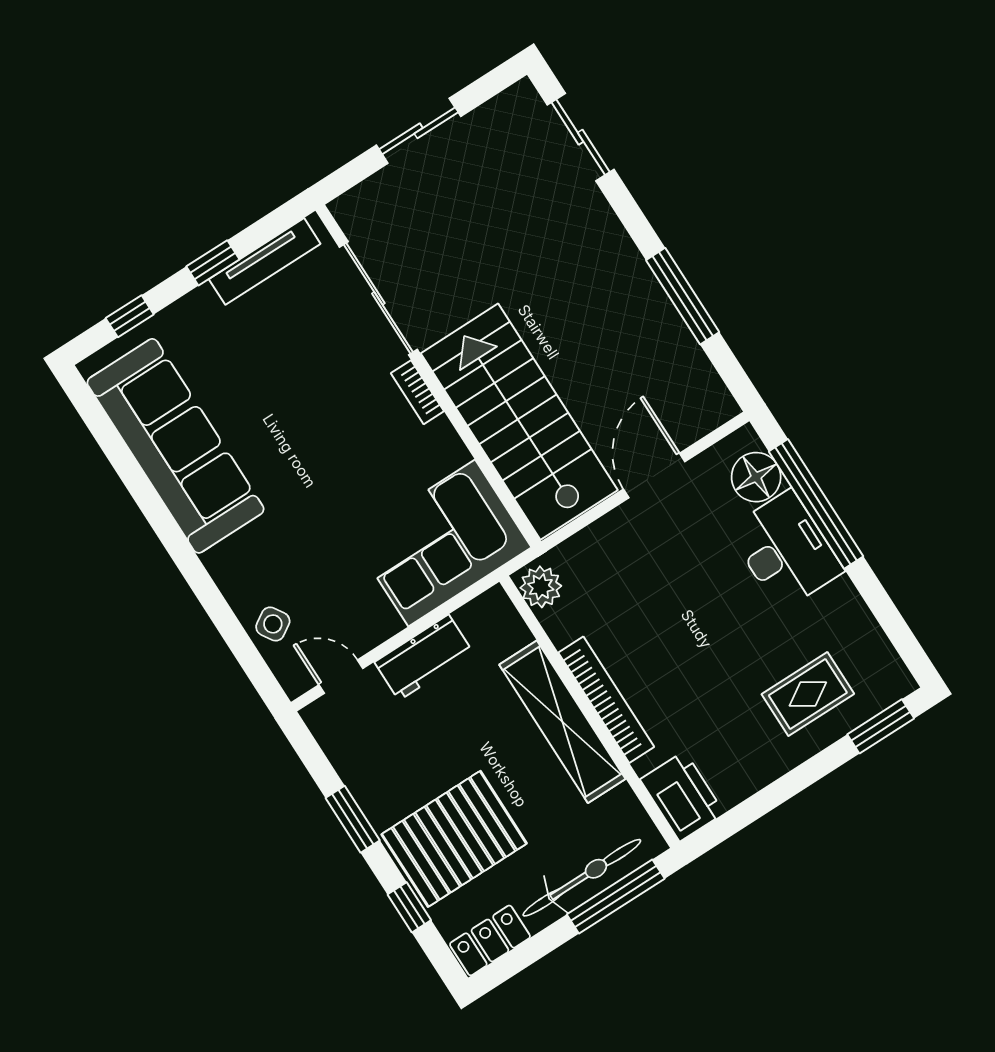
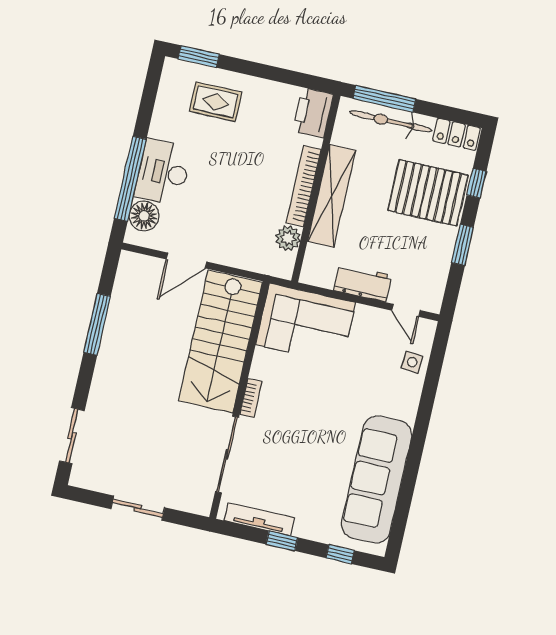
plant: (541, 587) -> (288, 238), moved
side table: (273, 624) -> (412, 362), turned 37

